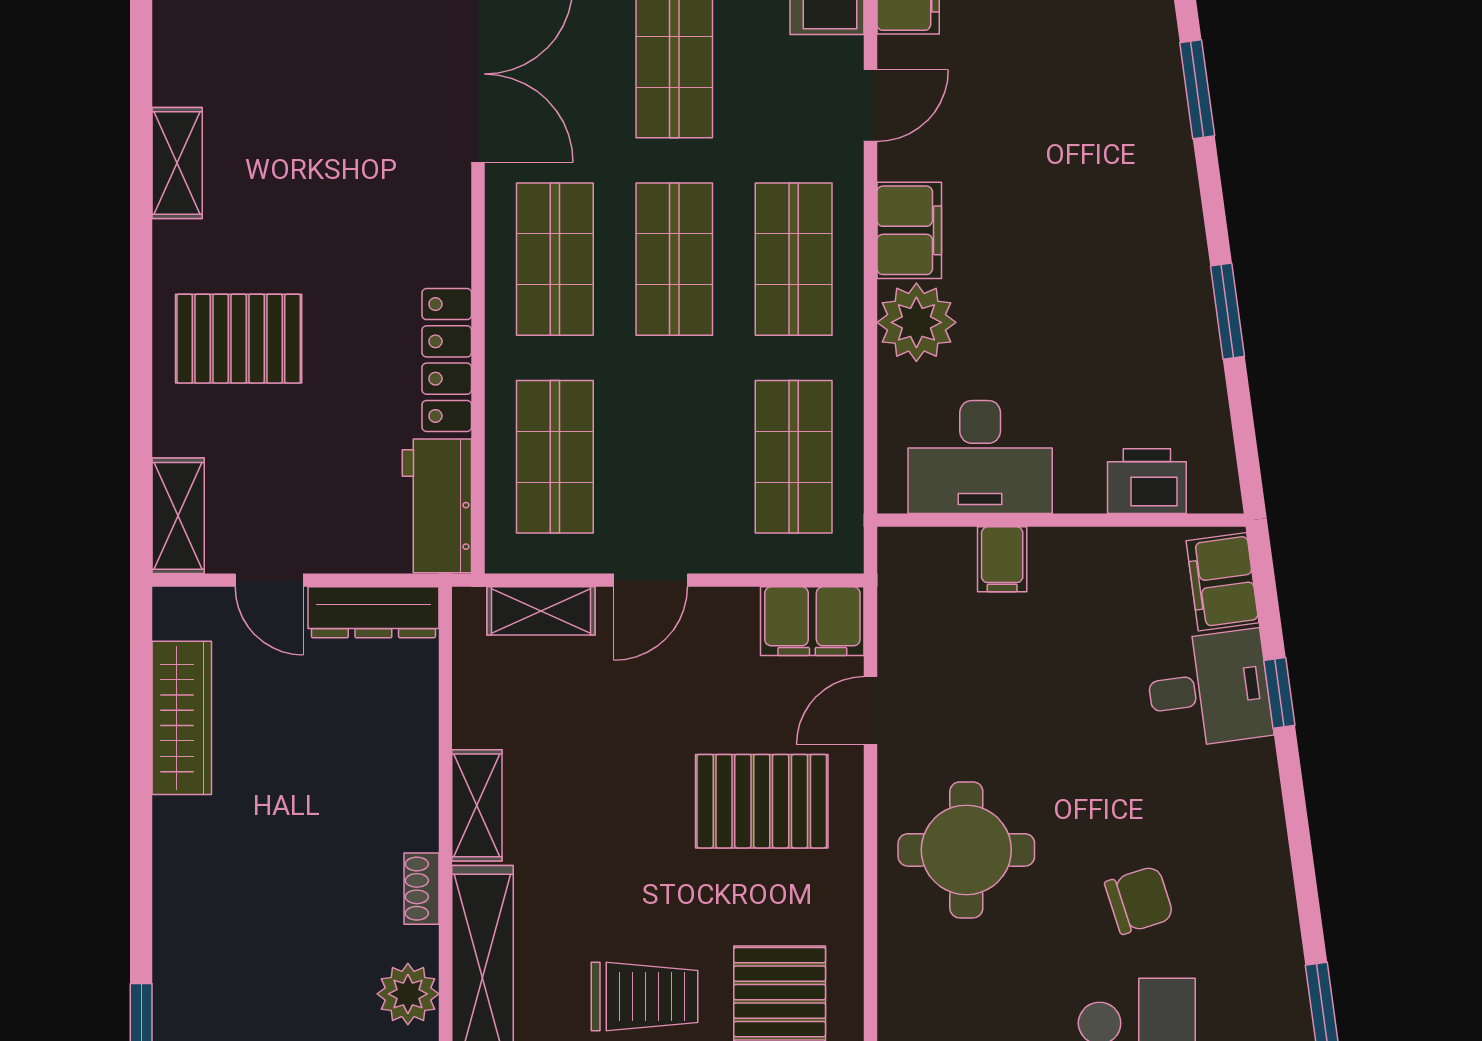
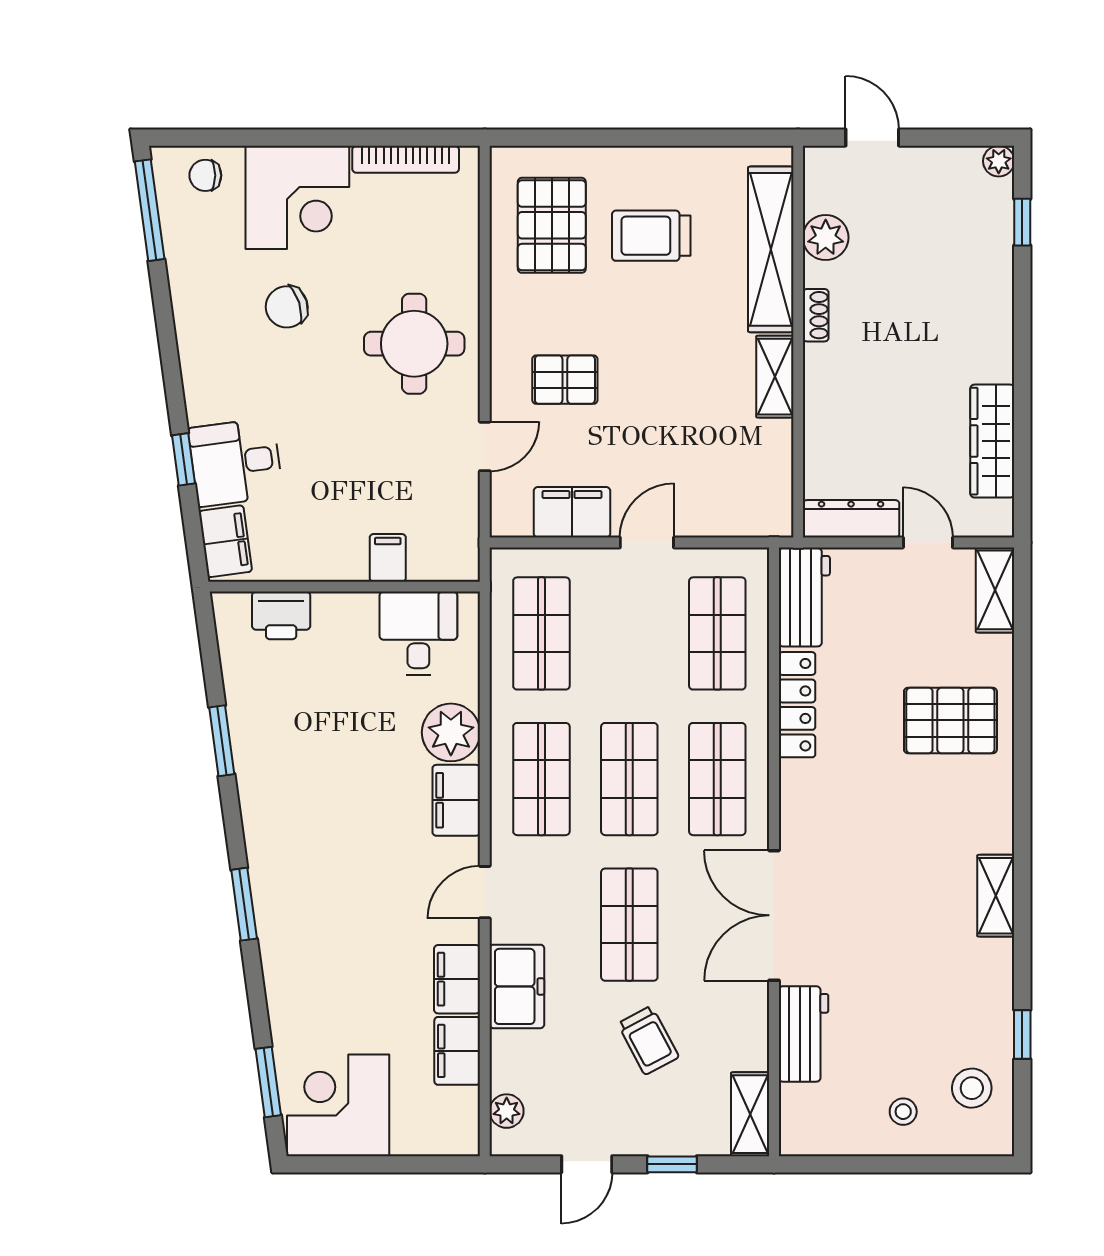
shelving: (177, 163) -> (996, 896), moved
desk: (980, 457) -> (418, 633), width x0.73
shelving: (541, 611) -> (728, 520), removed
filing cabinet: (812, 621) -> (572, 512), moved
pallet: (762, 801) -> (565, 380), width x0.67, depth x0.71

